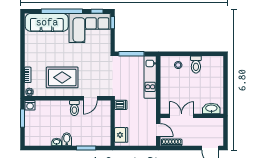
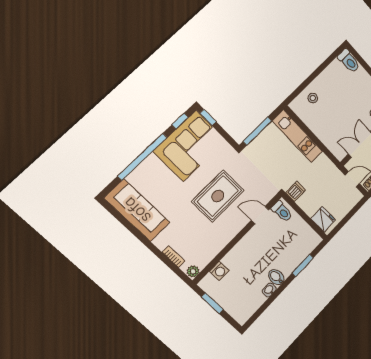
sofa: (47, 22) -> (137, 210), moved, turned -90
toilet: (196, 64) -> (349, 61), moved
rug: (62, 77) -> (218, 196), moved
door: (90, 98) -> (260, 215), swing flipped
washing machine: (30, 105) -> (219, 271), moved
toilet: (74, 108) -> (282, 211), moved

